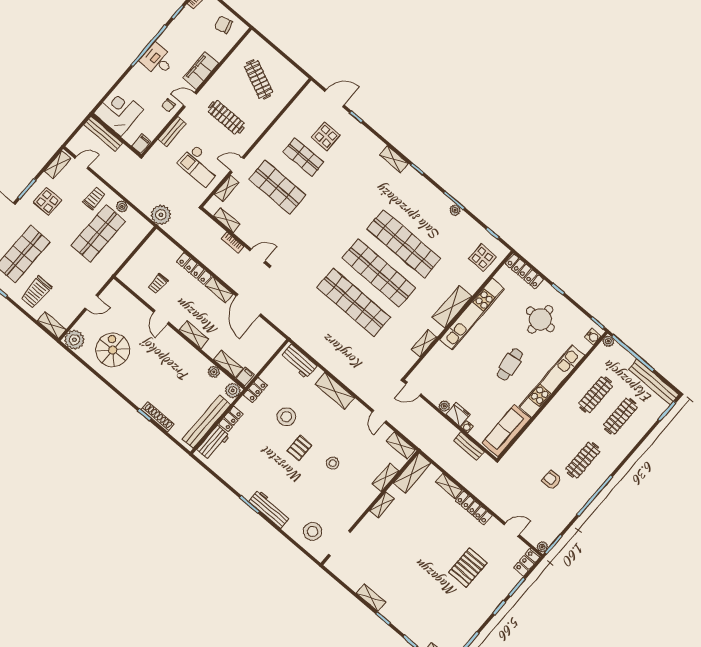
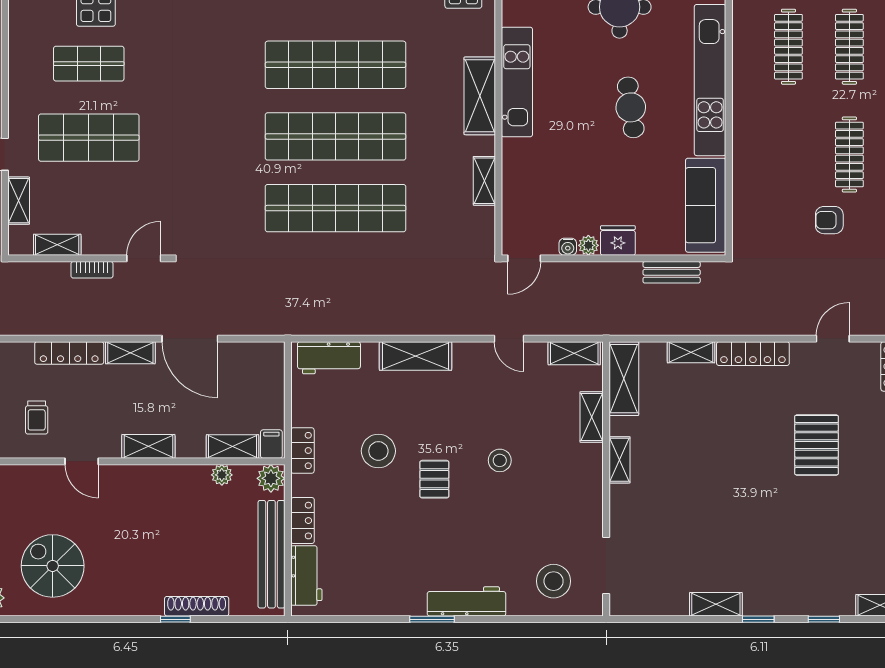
kitchen unit: (472, 314) -> (517, 82), width x0.73
water cooler: (467, 427) -> (568, 247), moved

